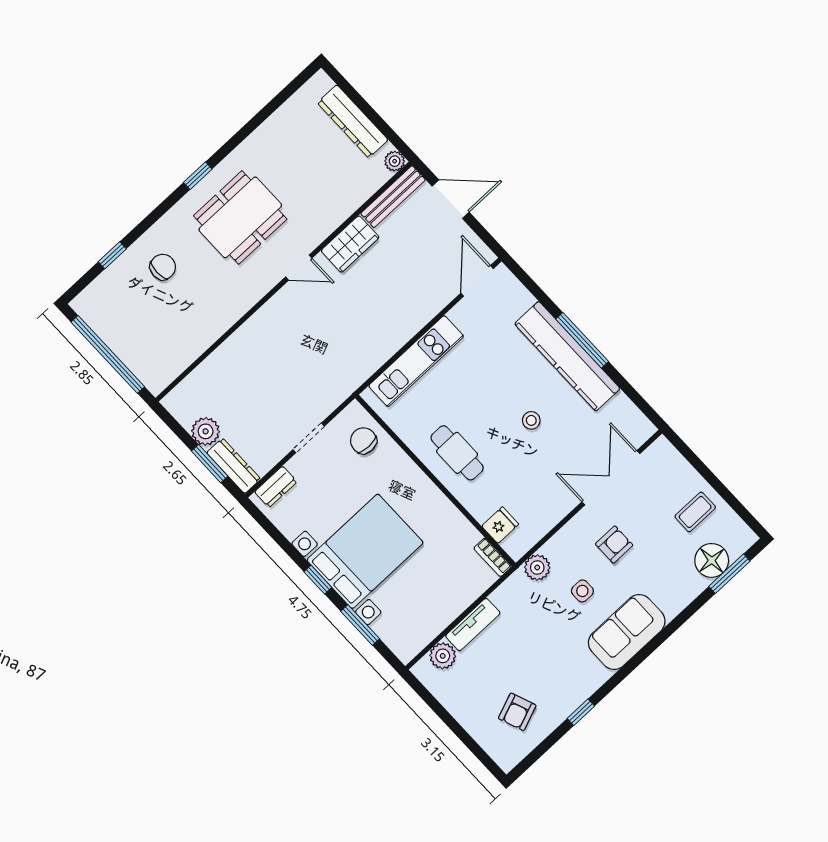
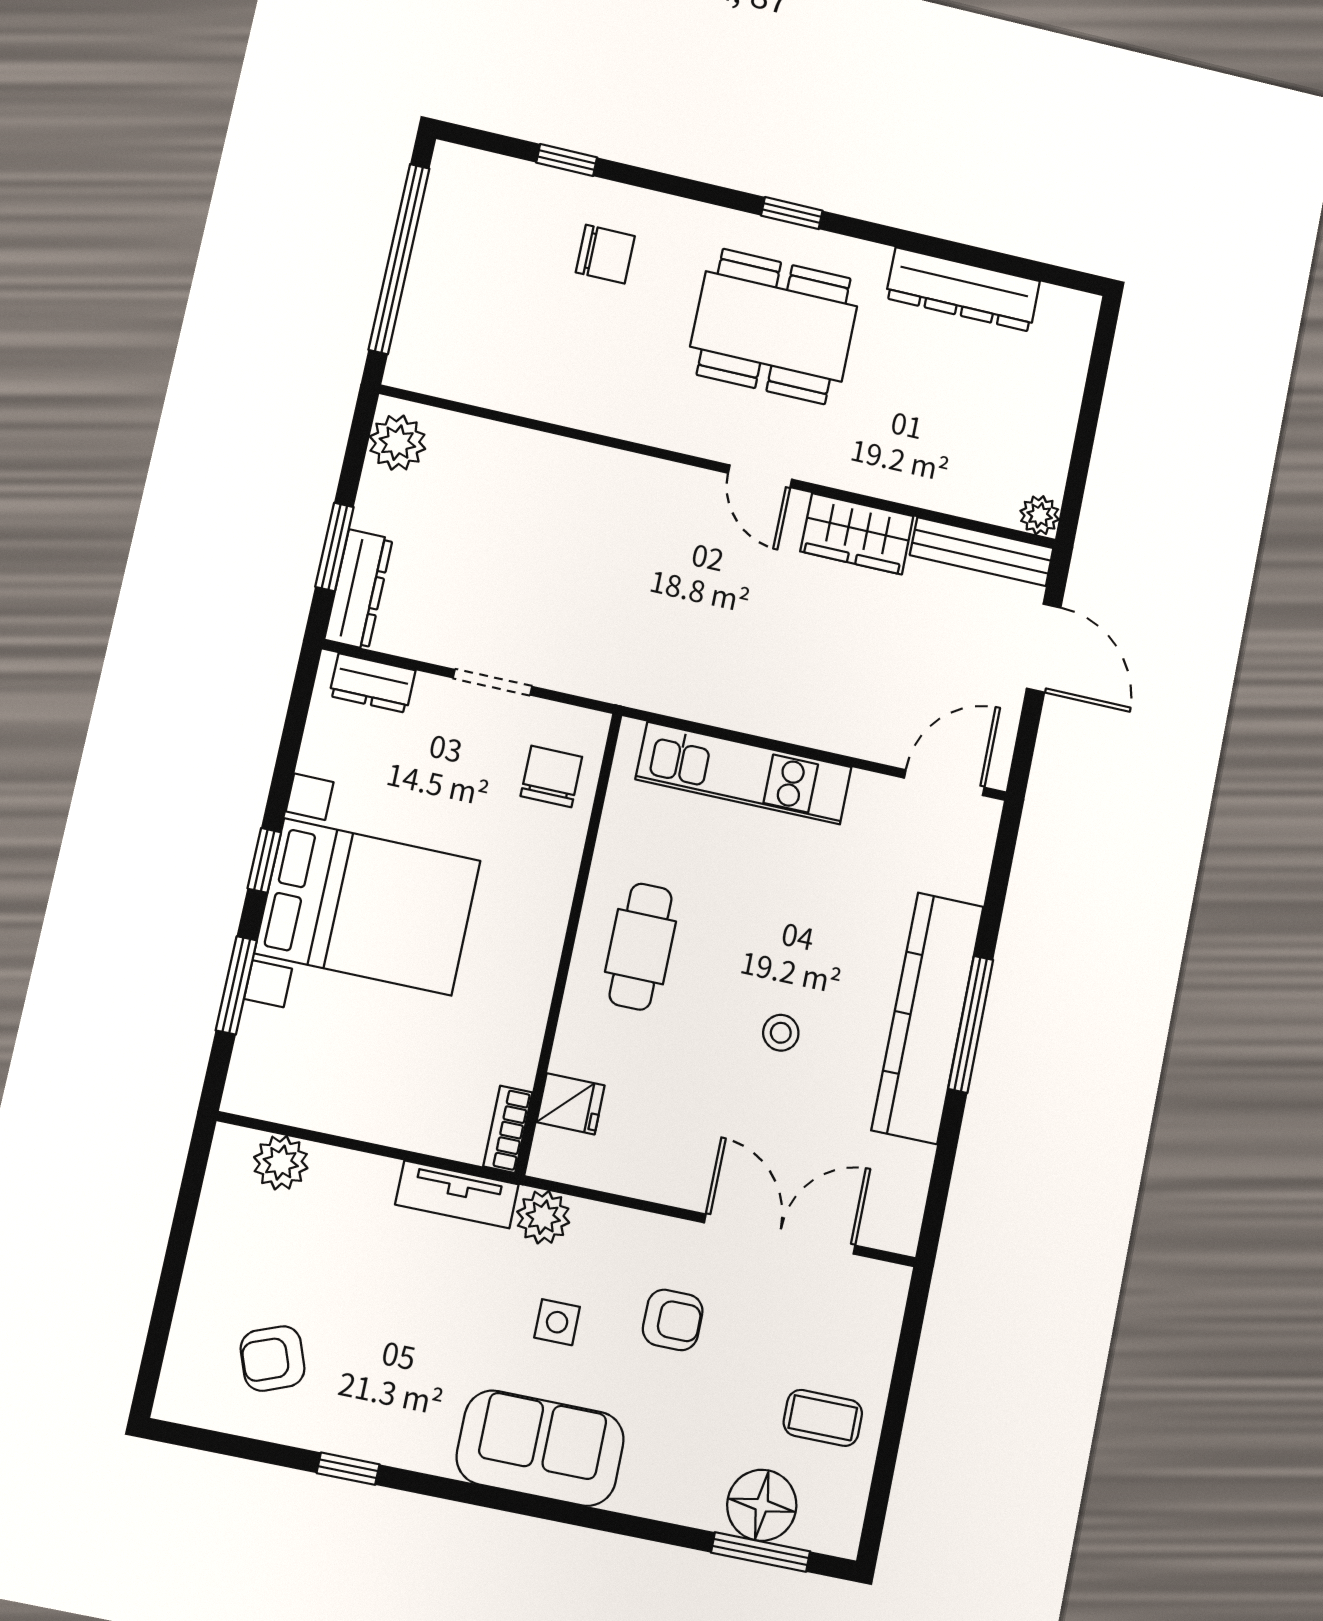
dresser: (353, 121) -> (963, 290), moved, turned -90
plant: (206, 431) -> (397, 443), moved
tv unit: (473, 625) -> (457, 1194), moved

